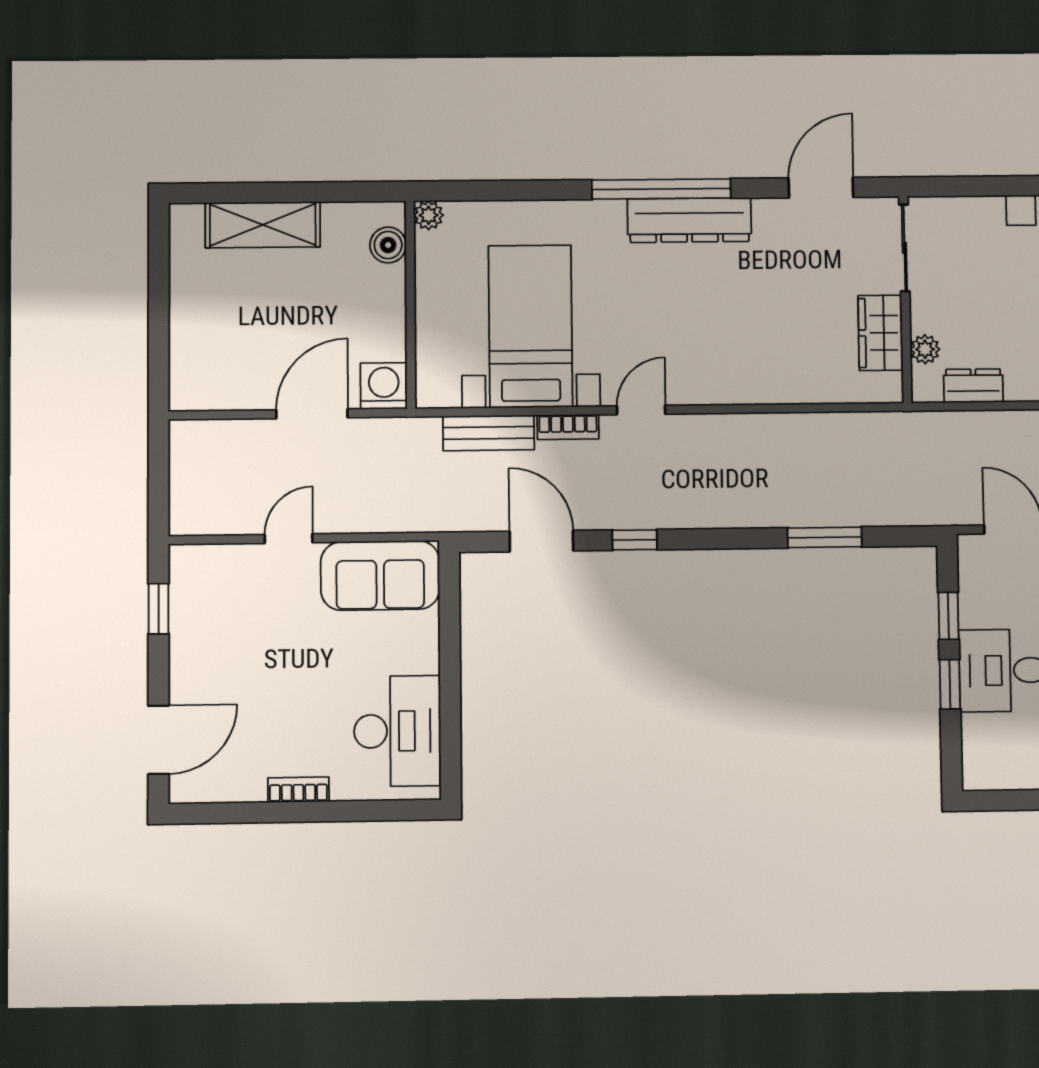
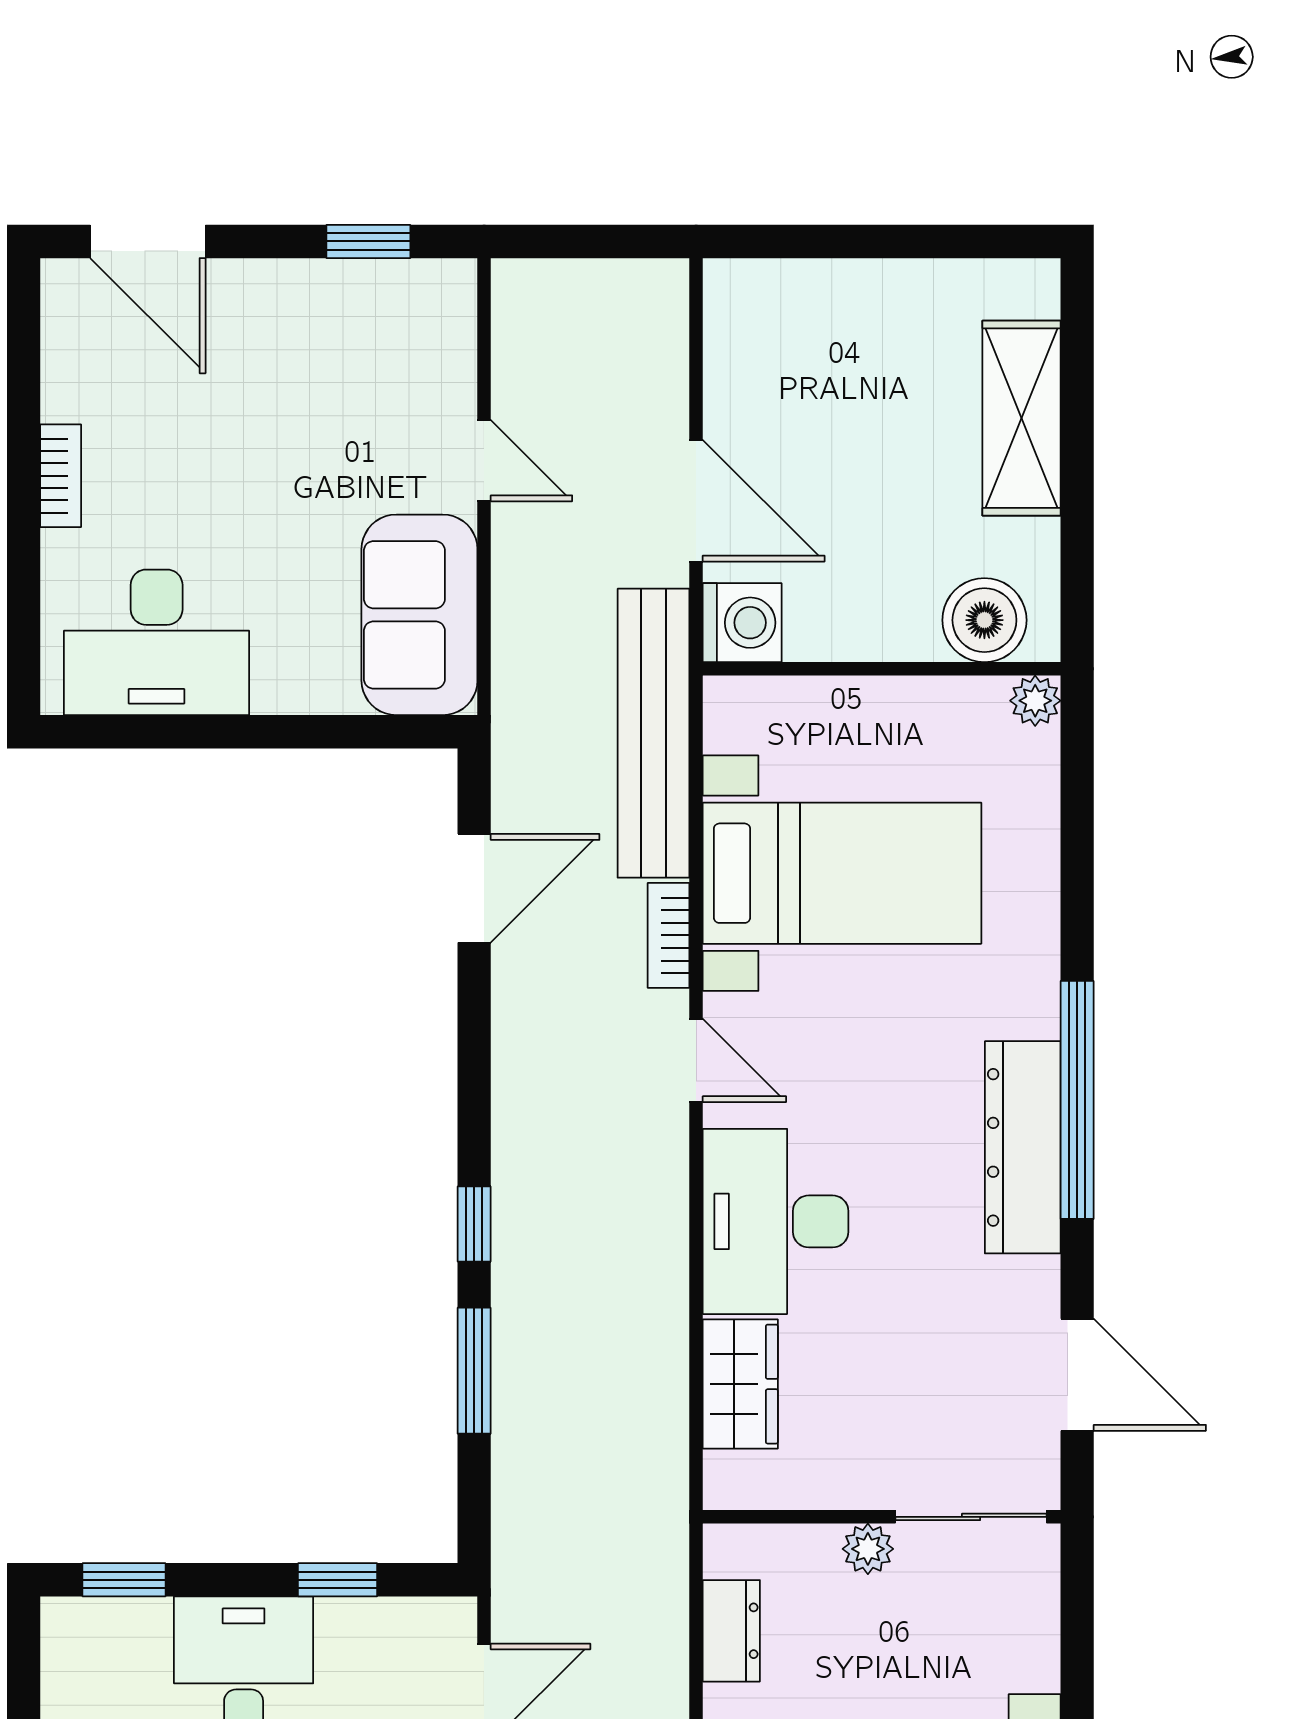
boiler: (388, 245) -> (984, 620), width x1.36, depth x1.36
wardrobe: (880, 333) -> (740, 1384), moved, turned 90
plant: (925, 349) -> (868, 1549), moved
desk: (735, 363) -> (776, 1221), added
bench: (489, 433) -> (654, 733), width x1.86, depth x1.21
window: (635, 540) -> (474, 1224), moved
window: (950, 684) -> (124, 1580), moved

